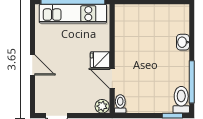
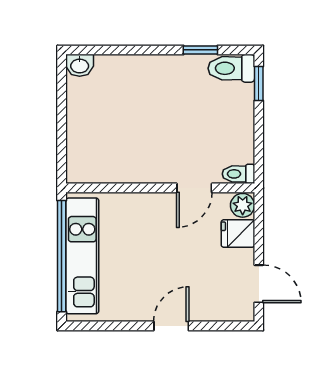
washbasin: (183, 42) -> (80, 65), moved
fridge: (100, 60) -> (238, 234), moved, turned 90
window: (192, 82) -> (200, 50), width x0.46

